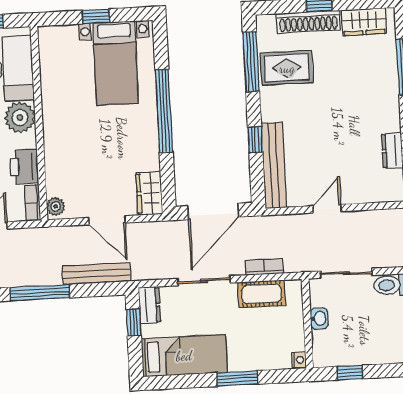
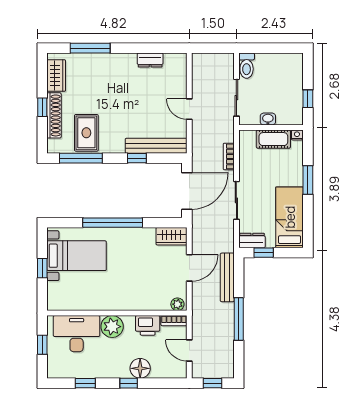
door: (213, 211) -> (187, 191), hinge flipped
cot: (262, 294) -> (273, 139), moved, turned 90

